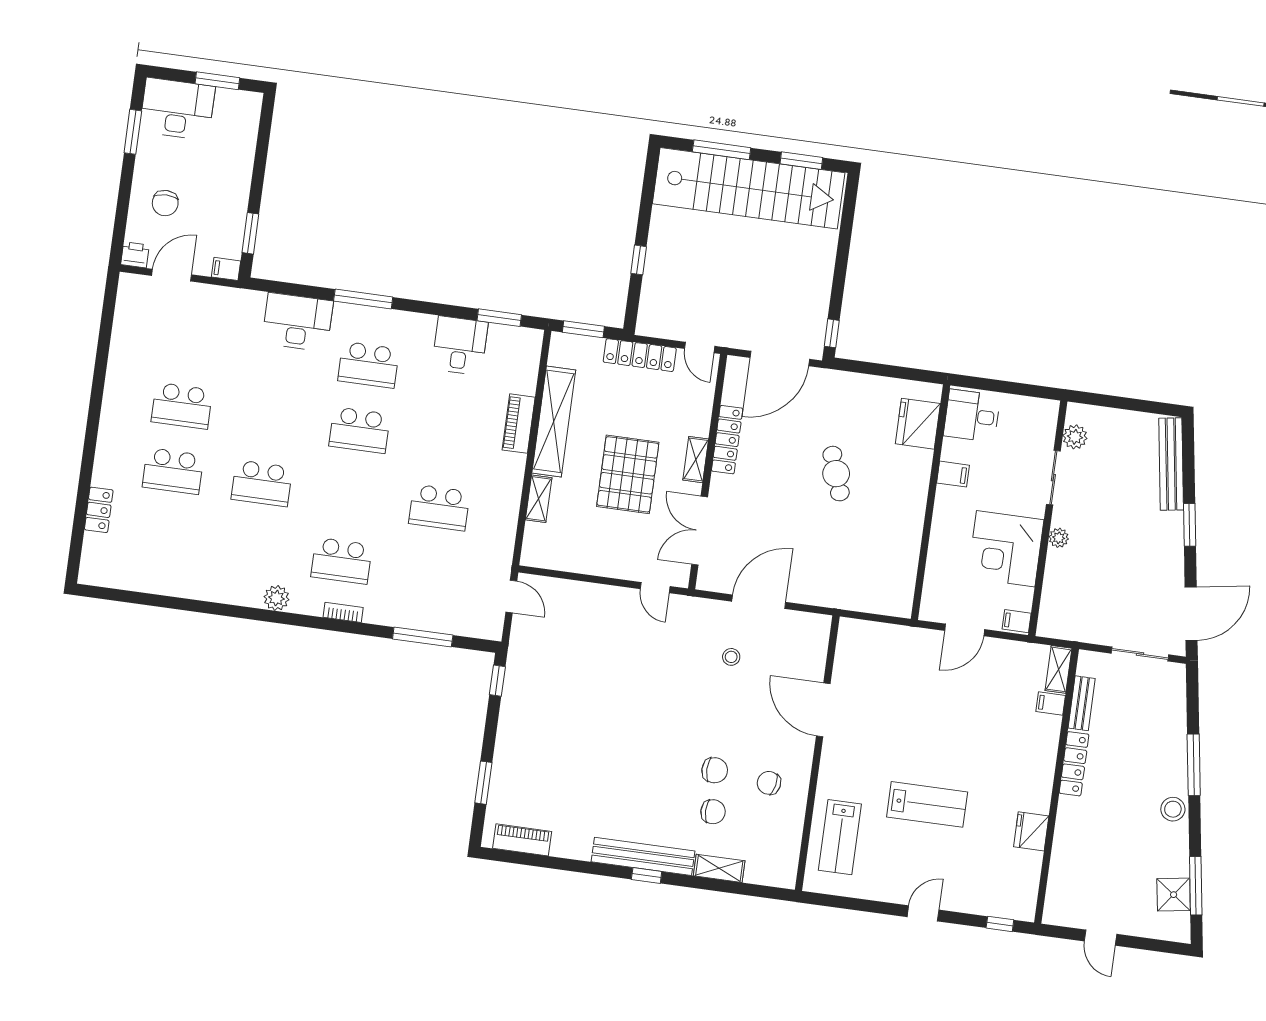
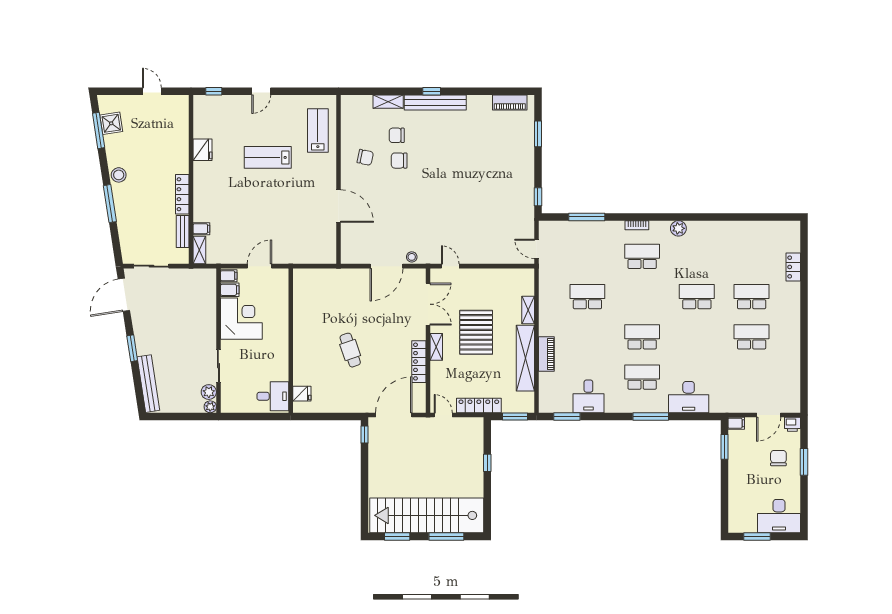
window: (133, 132) -> (804, 462), moved
fridge: (918, 424) -> (302, 394), width x0.53, depth x0.75
filing cabinet: (953, 474) -> (230, 290), moved, turned 180
plant: (1059, 538) -> (210, 407), moved
stool: (731, 657) -> (412, 257), moved

